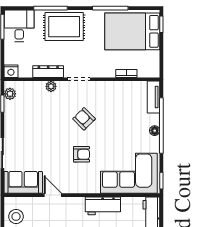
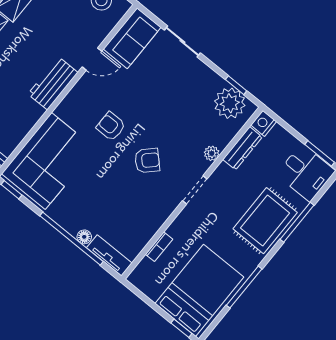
dresser: (48, 72) -> (242, 148), moved
plant: (10, 94) -> (230, 103), width x1.88, depth x1.88
floor lamp: (155, 131) -> (84, 237), moved
armchair: (81, 154) -> (111, 126), turned 90
workbench: (103, 206) -> (53, 83), moved

